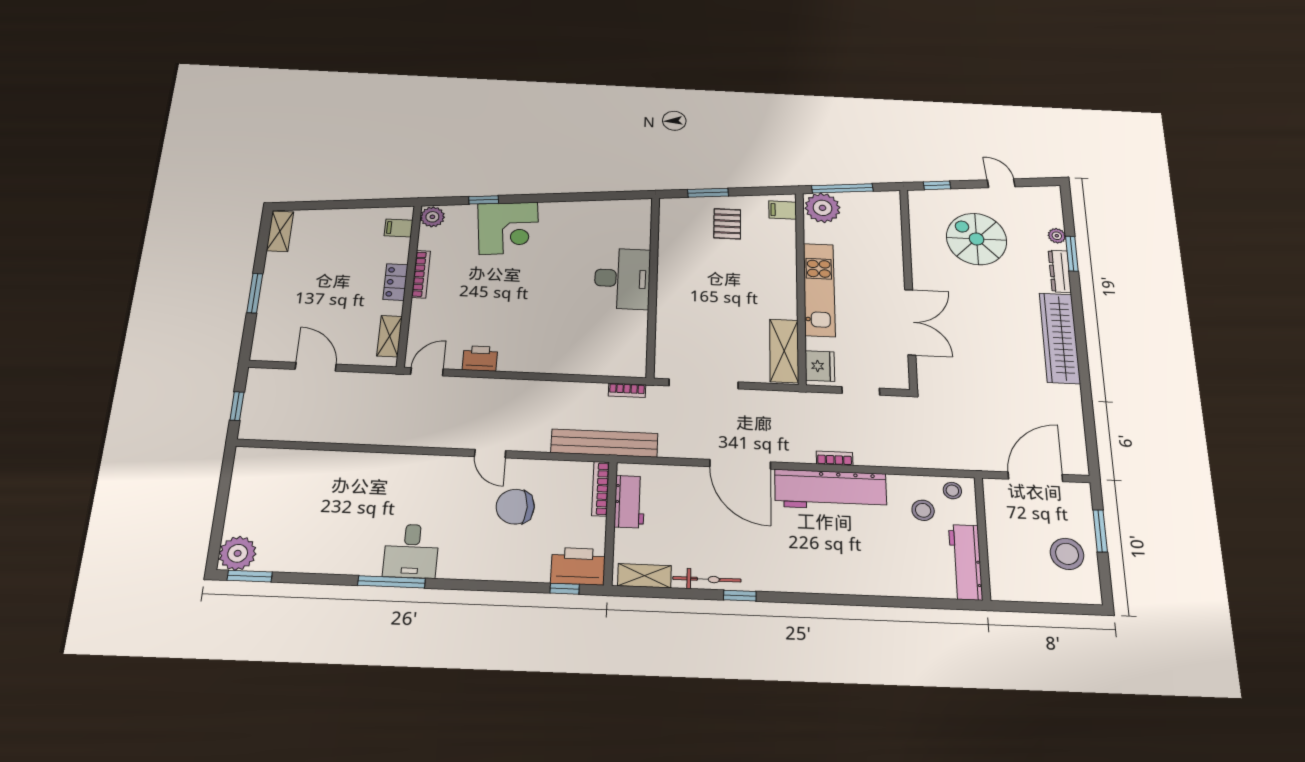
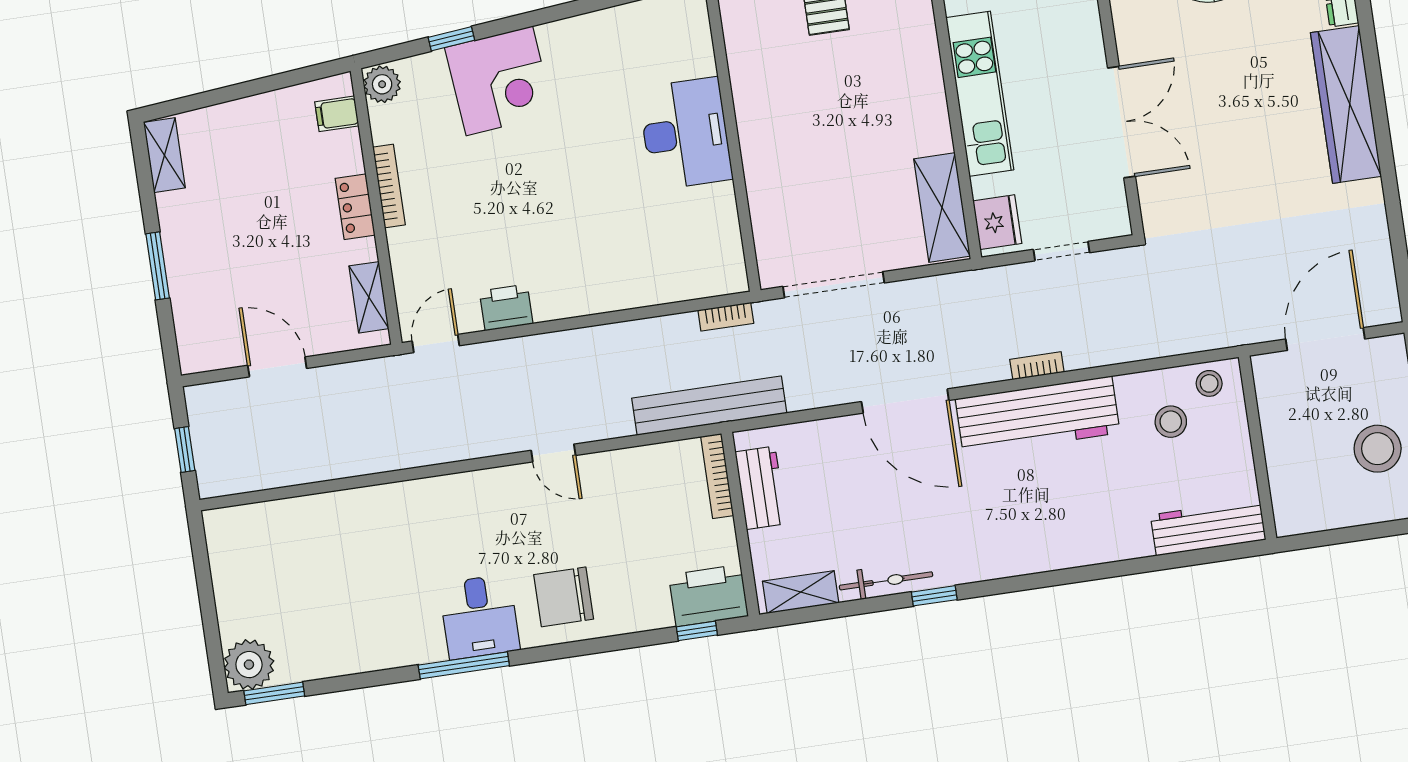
chair: (515, 507) -> (564, 597), moved
workbench: (966, 562) -> (1208, 527), moved, turned 90

